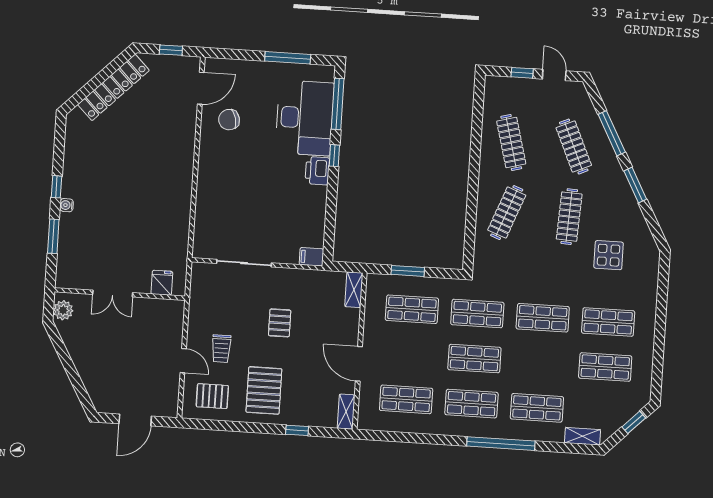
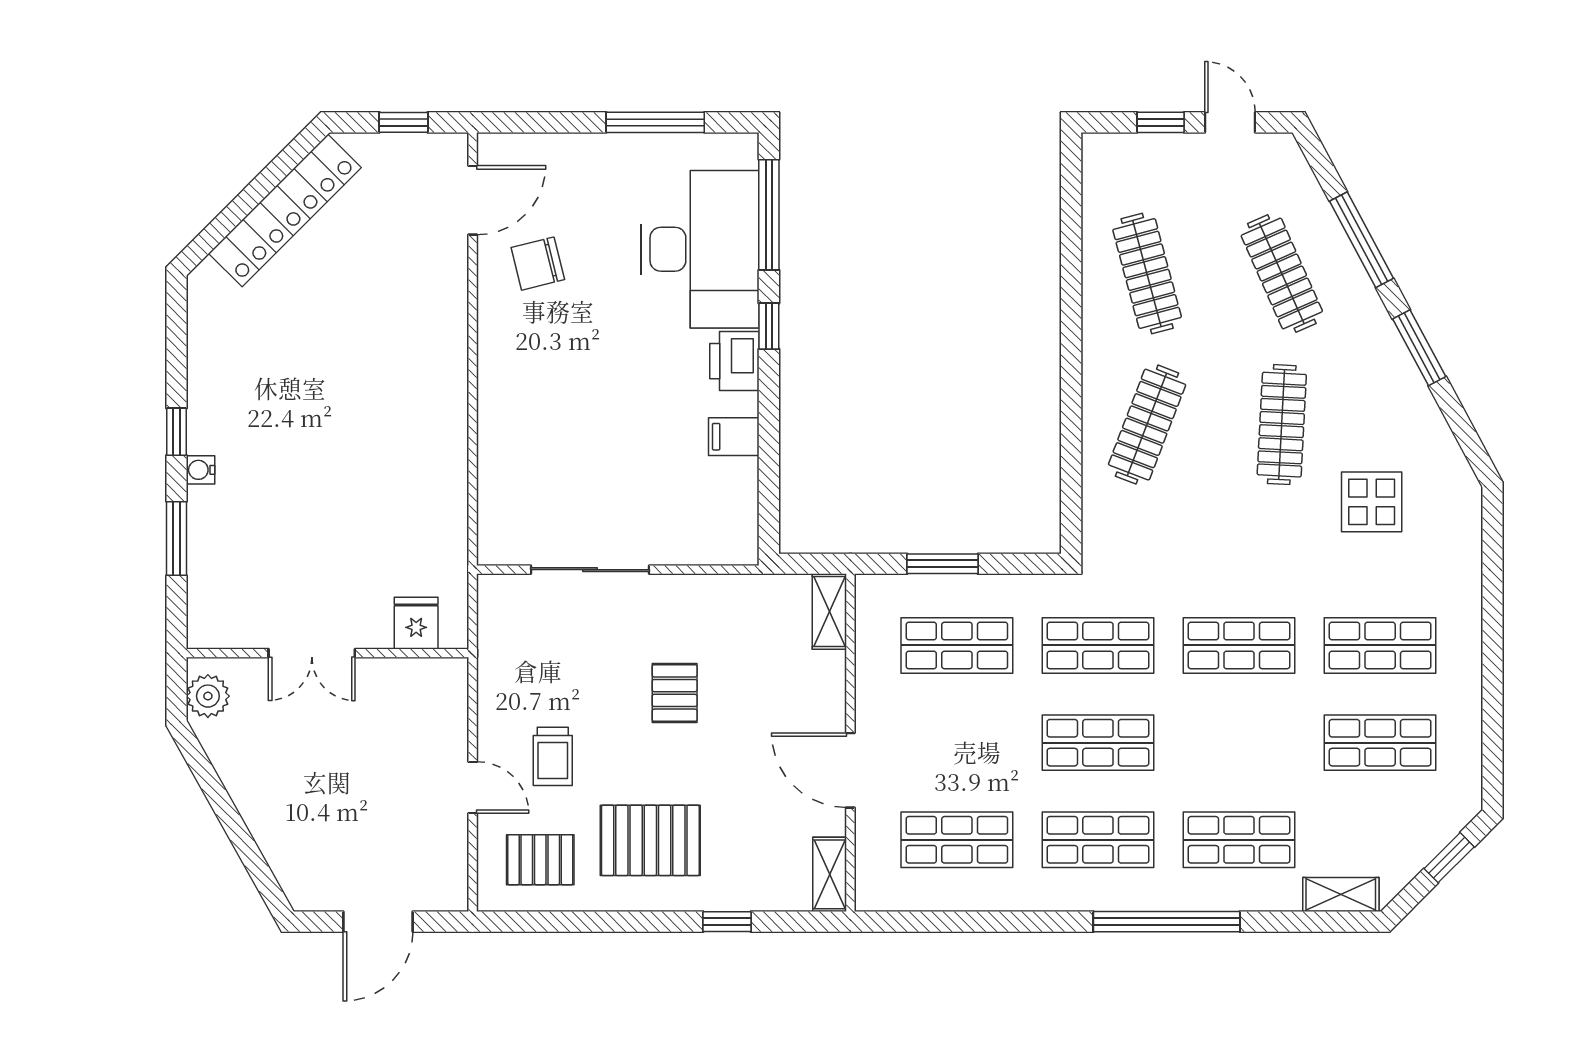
filing cabinet: (311, 257) -> (734, 437), moved
pallet: (264, 390) -> (650, 840), turned 90

